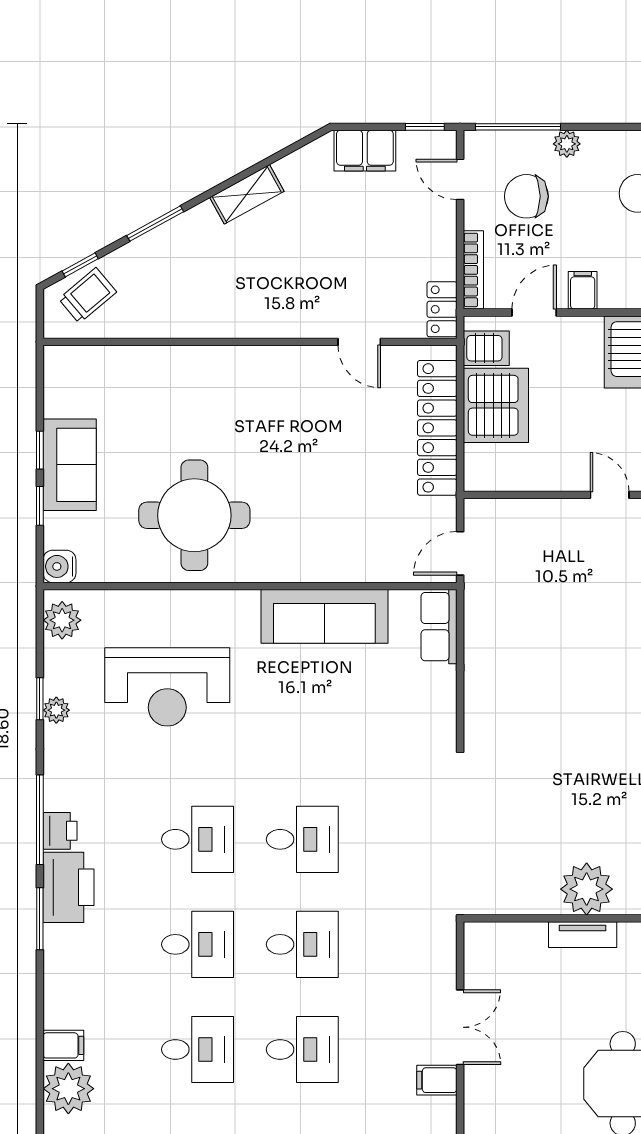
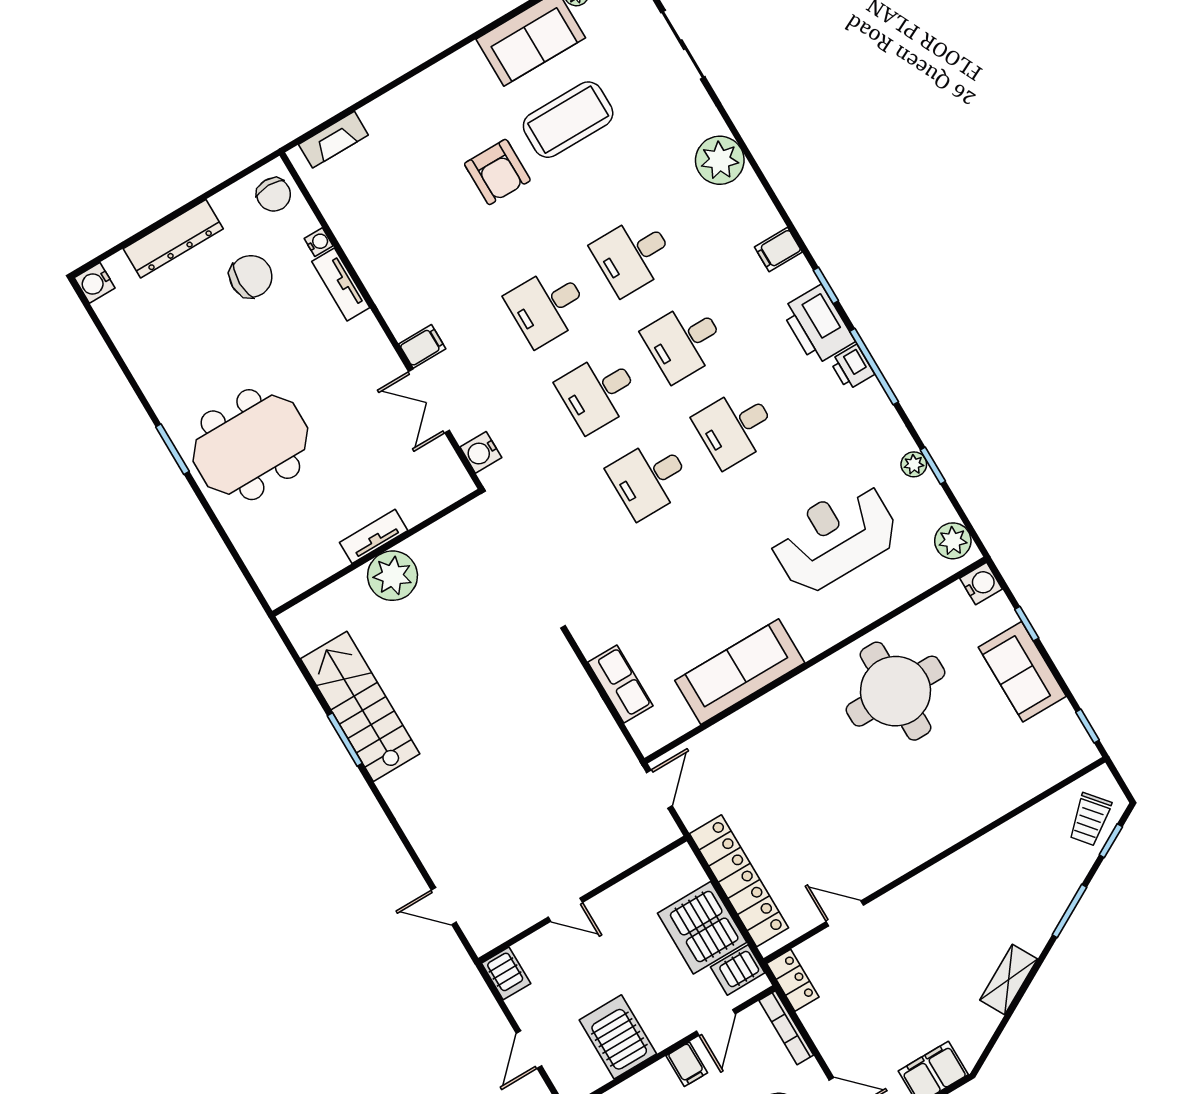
window: (40, 450) -> (1087, 726), moved
row of seats: (439, 627) -> (620, 684), moved
window: (40, 919) -> (826, 285), width x0.67
water cooler: (441, 953) -> (481, 452), added
filing cabinet: (63, 1045) -> (778, 250), moved

